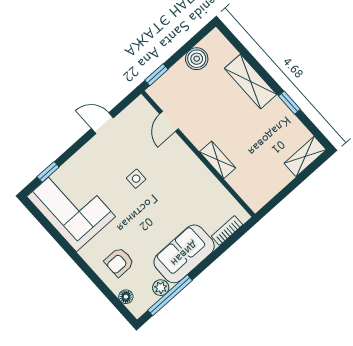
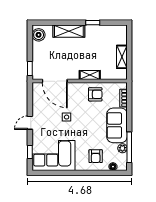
boiler: (197, 59) -> (39, 35), moved
door: (169, 121) -> (55, 81), width x1.88
door: (102, 123) -> (30, 123), moved
shelving: (305, 156) -> (122, 57), moved
armchair: (199, 190) -> (95, 94), added

